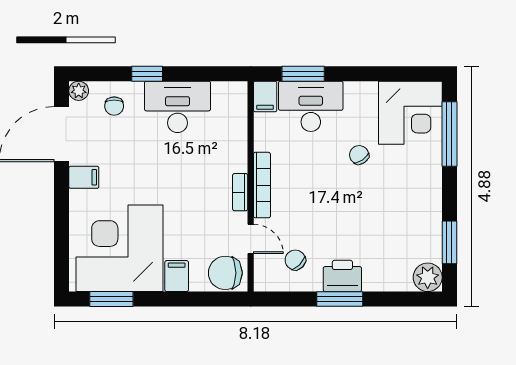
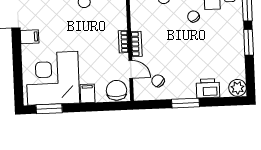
bookcase: (262, 185) -> (136, 44), width x0.64
window: (449, 242) -> (249, 42), moved
chair: (225, 273) -> (116, 90), turned 90
printer: (342, 276) -> (208, 88), moved

